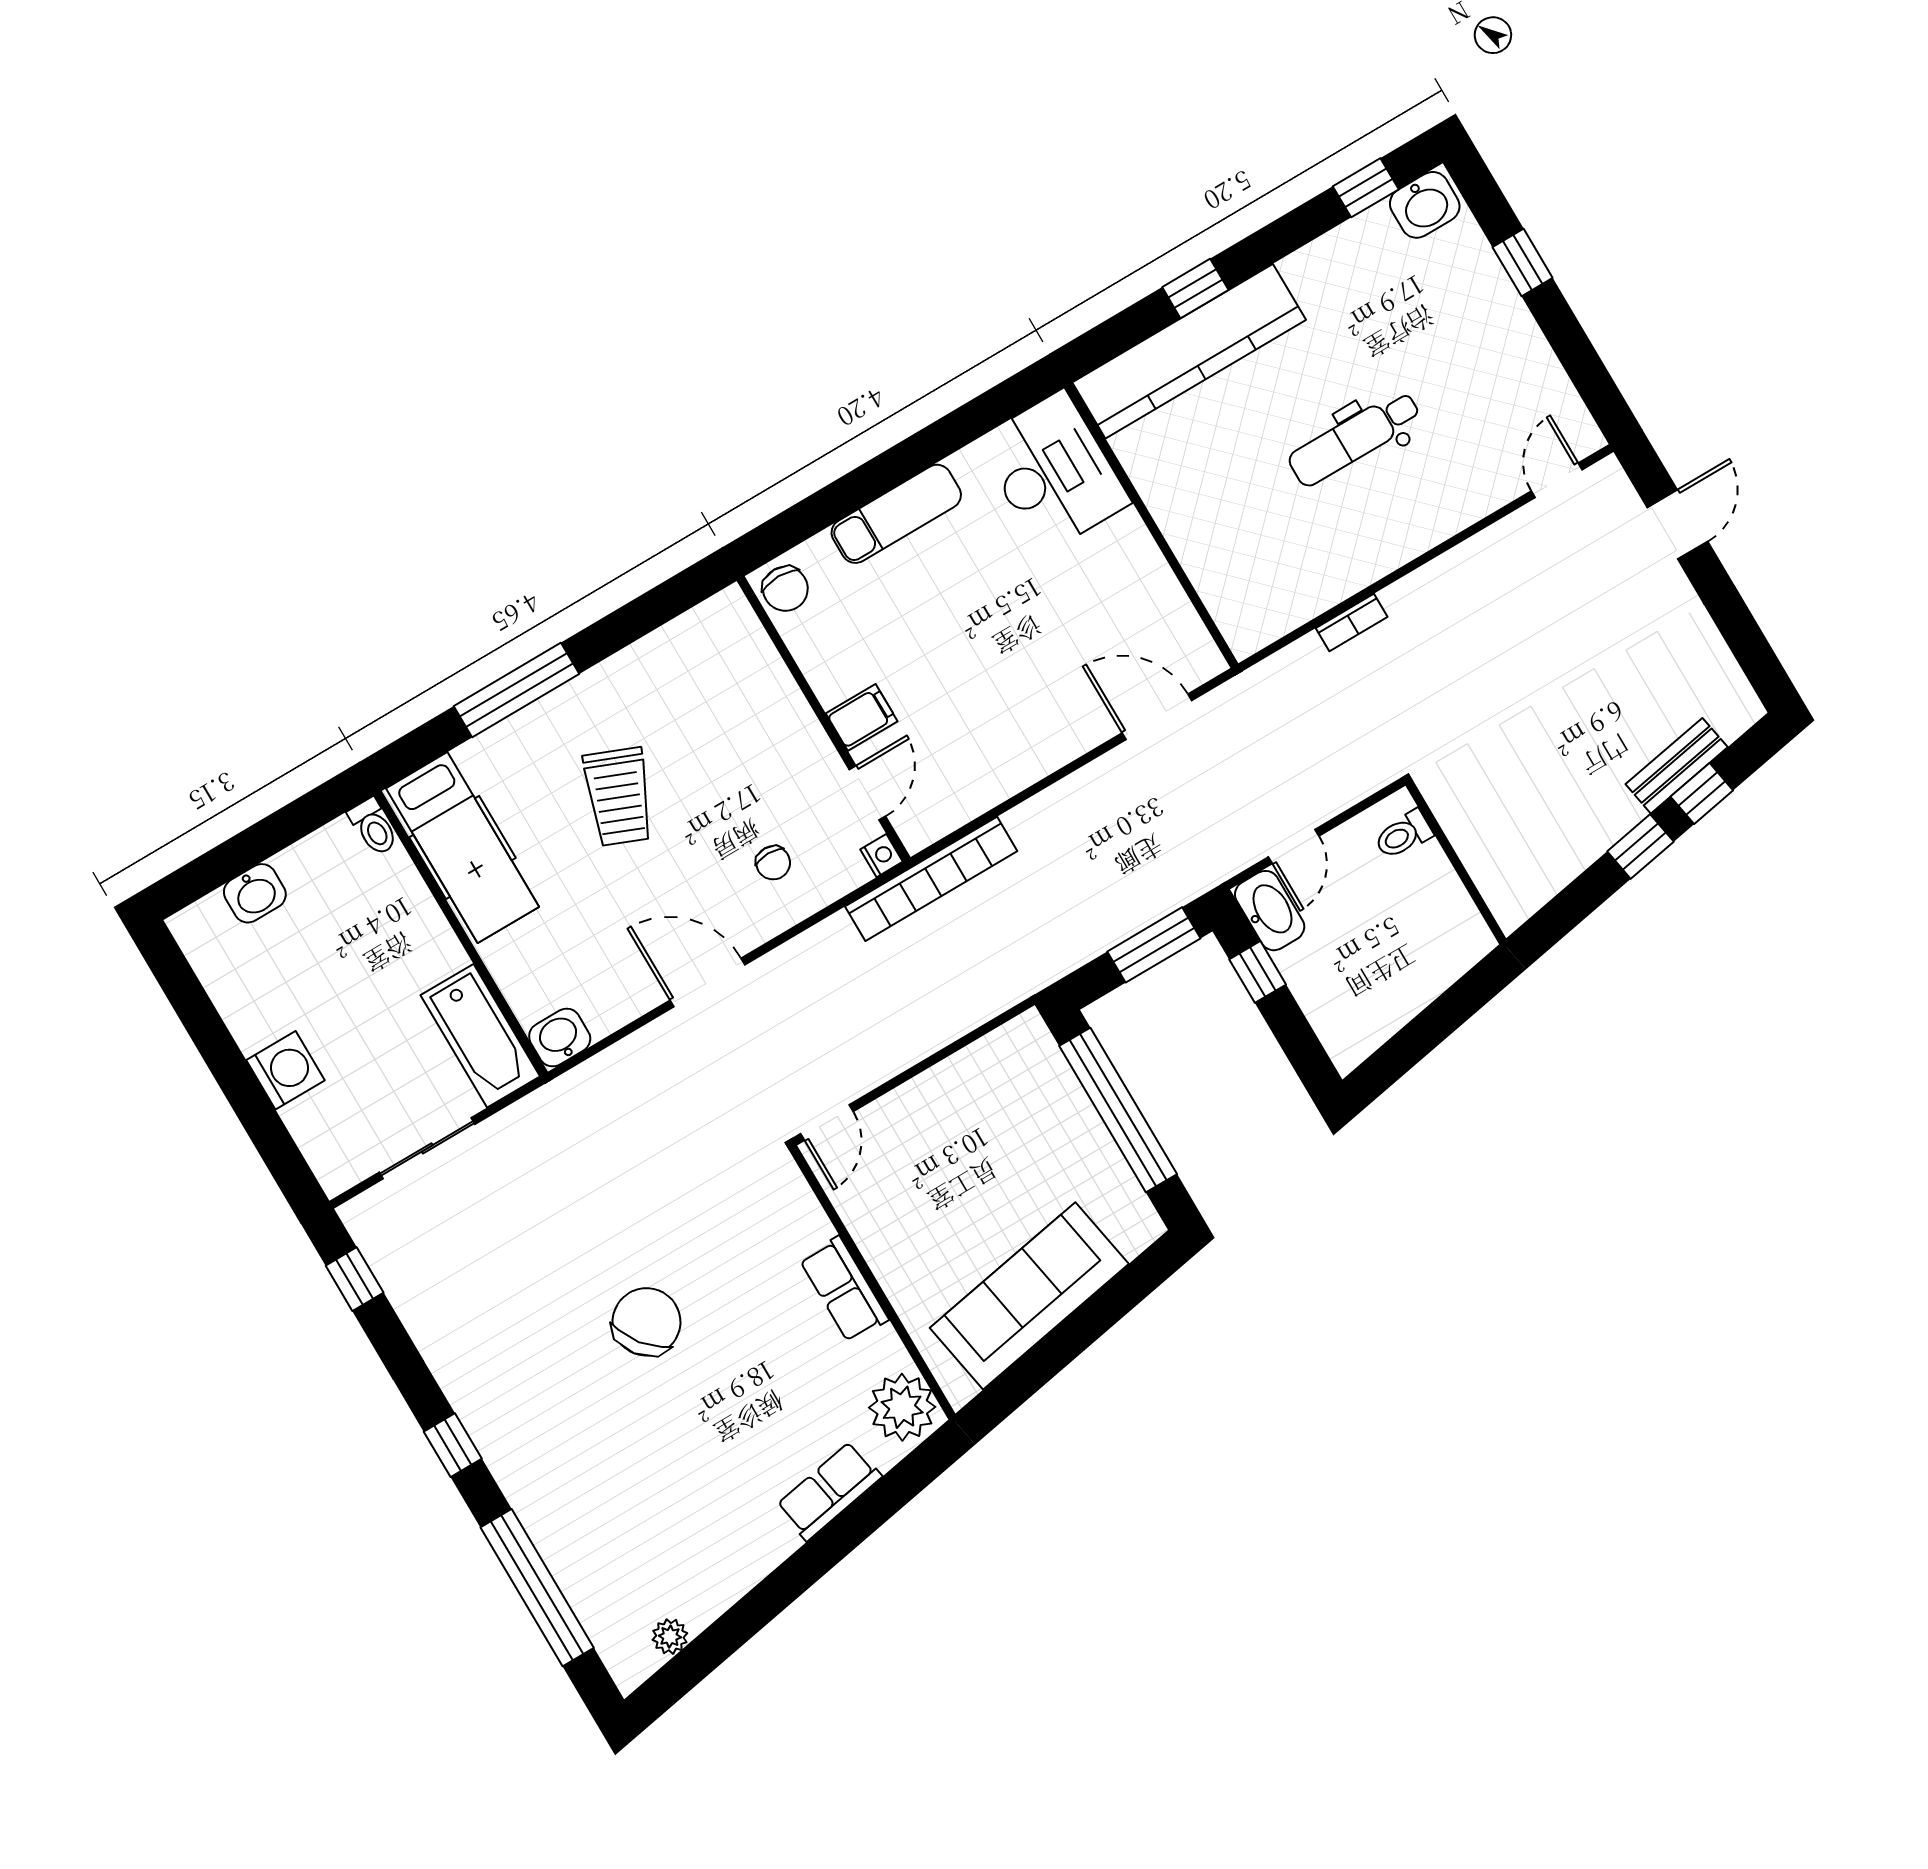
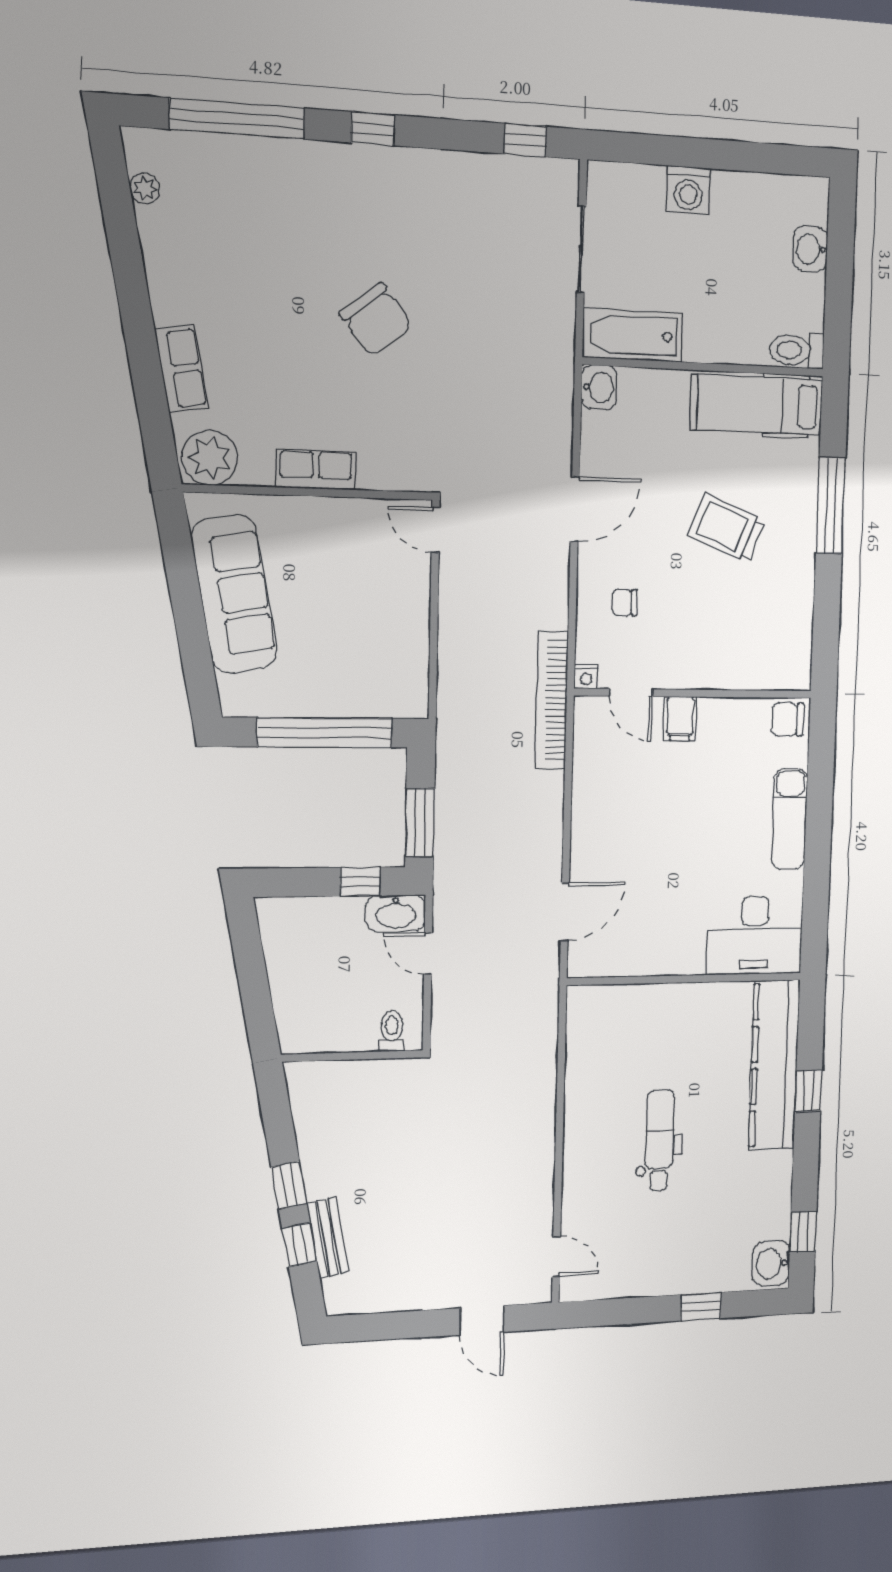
bookcase: (1352, 623) -> (548, 1074), removed
toilet: (373, 827) -> (797, 350), width x1.37, depth x1.39

